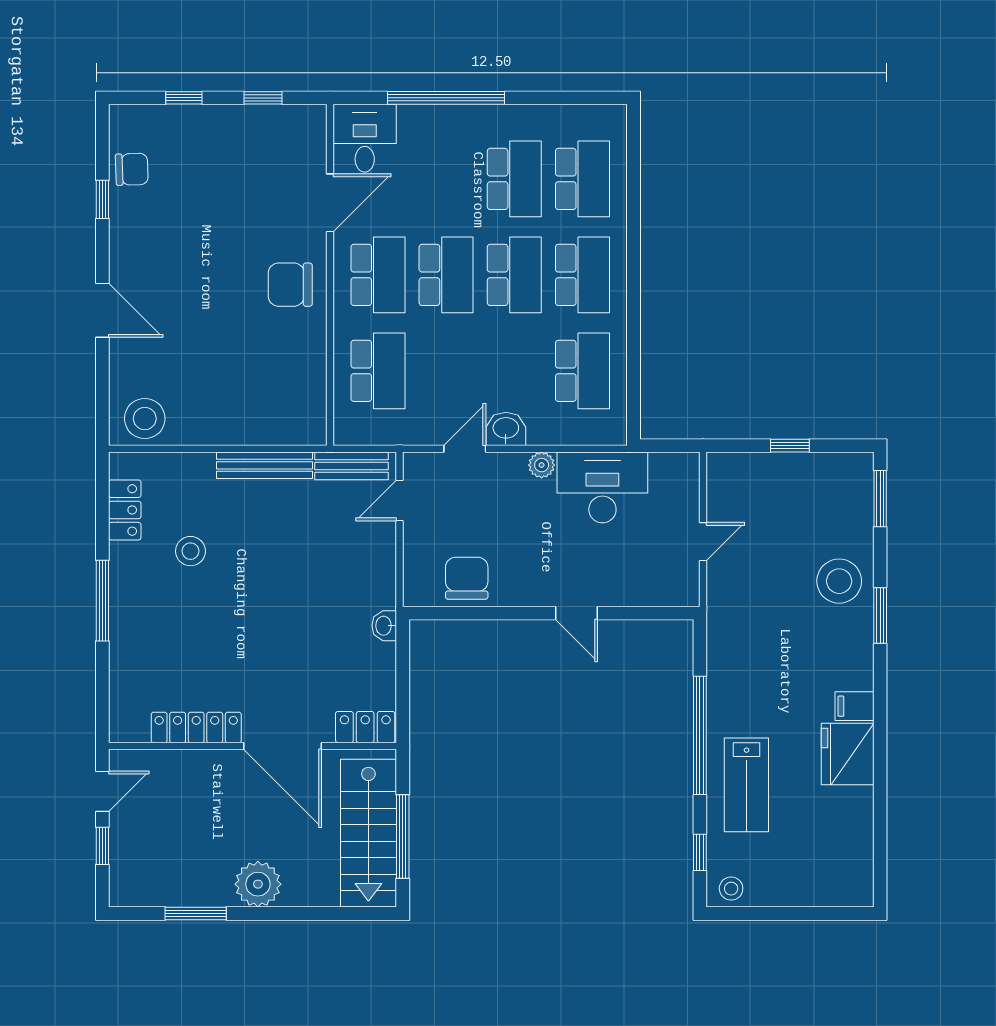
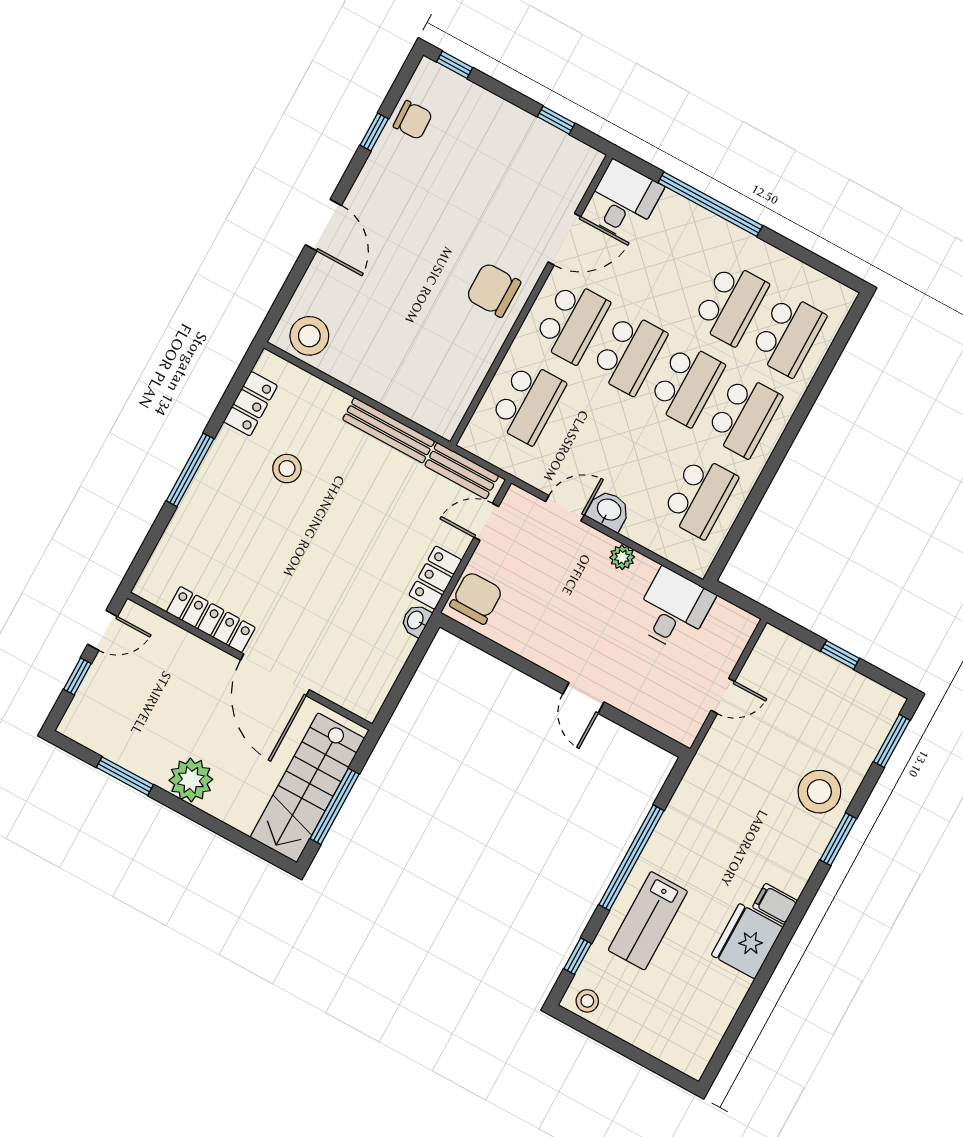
window: (184, 98) -> (455, 65), moved
desk: (602, 487) -> (673, 610), width x0.73
chair: (467, 578) -> (476, 598), moved
locker: (365, 727) -> (435, 578), moved, turned -90

